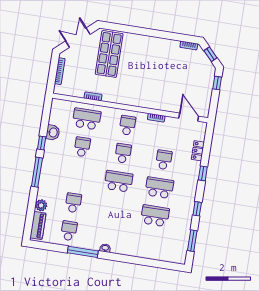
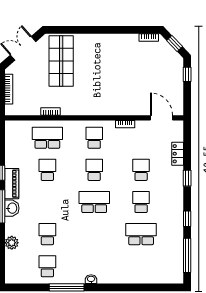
washbasin: (53, 132) -> (12, 208), moved
school desk: (159, 188) -> (141, 202), width x0.54
piano: (38, 225) -> (12, 184), moved
window: (192, 241) -> (187, 255), width x1.44

